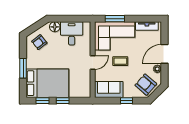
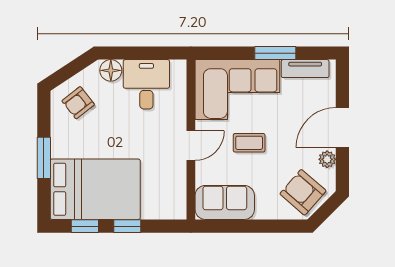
window: (115, 19) -> (275, 53), moved
window: (126, 101) -> (262, 226), removed

